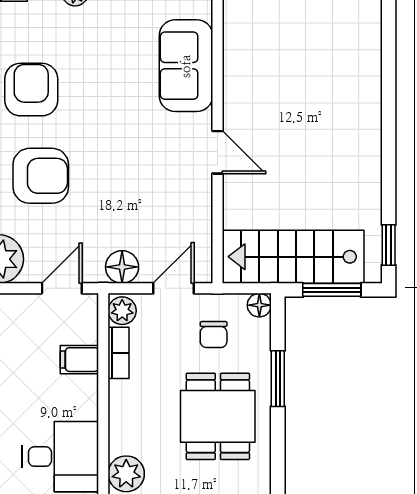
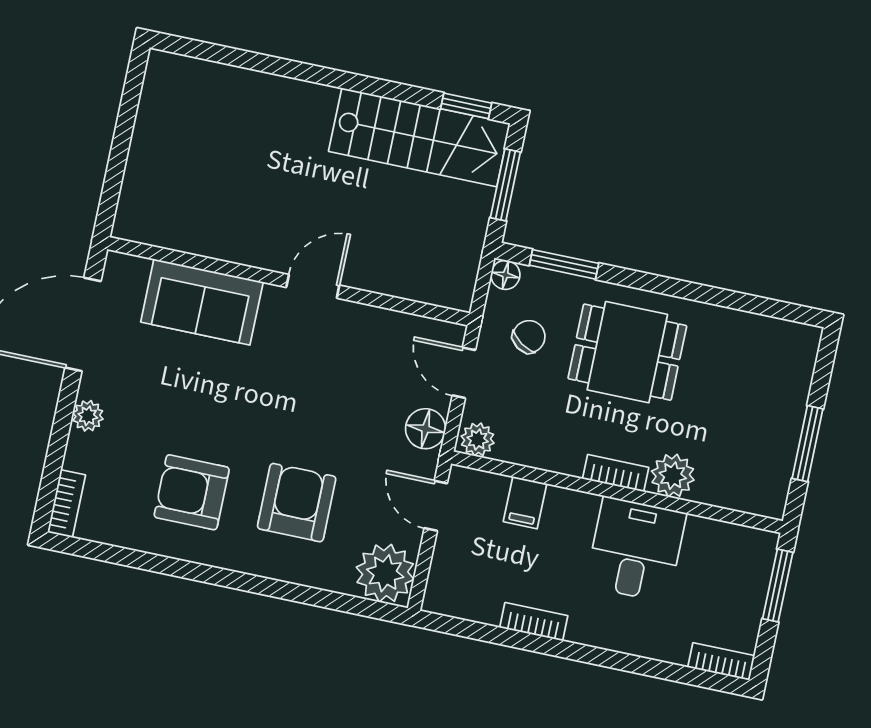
stairs: (293, 257) -> (419, 137), moved, turned -90
chair: (214, 335) -> (529, 337), turned -56
bookcase: (119, 353) -> (616, 473), moved
window: (278, 379) -> (564, 264), moved

